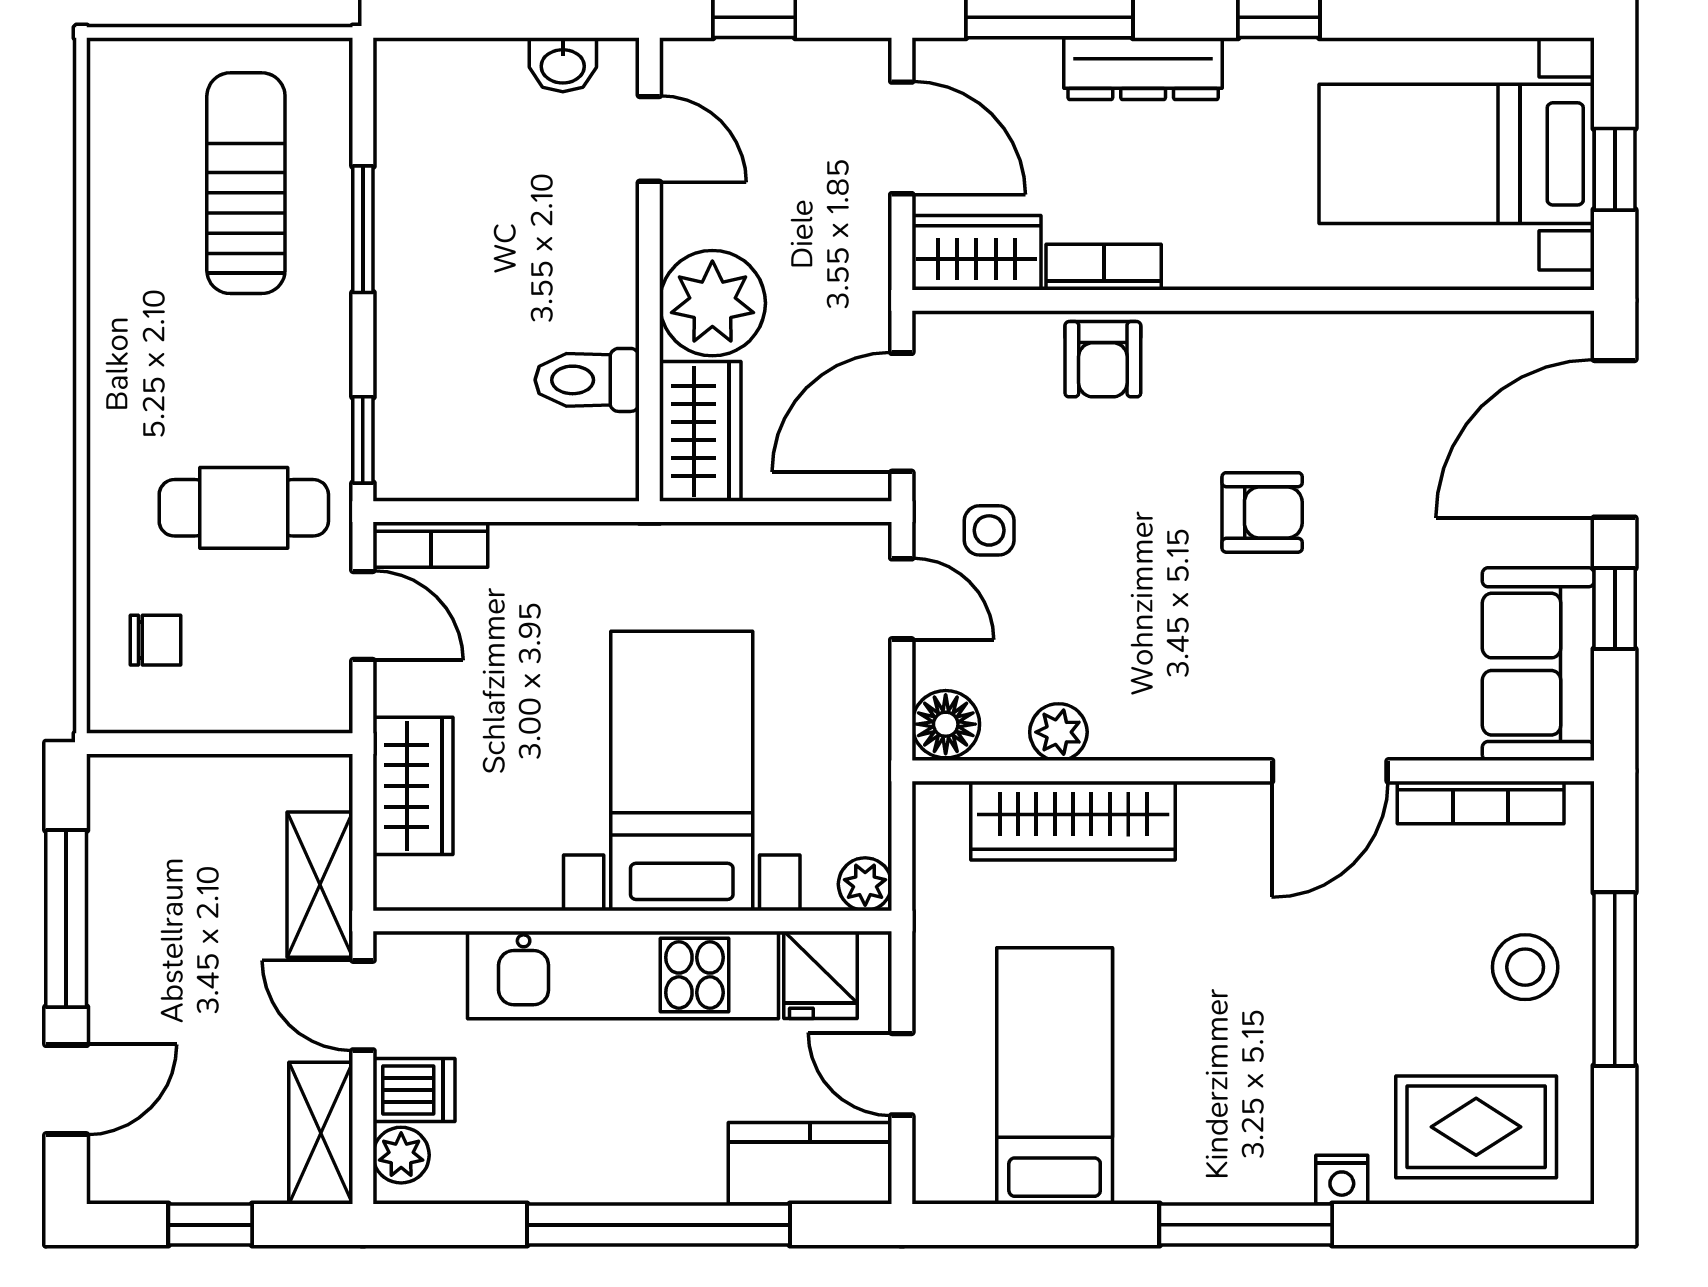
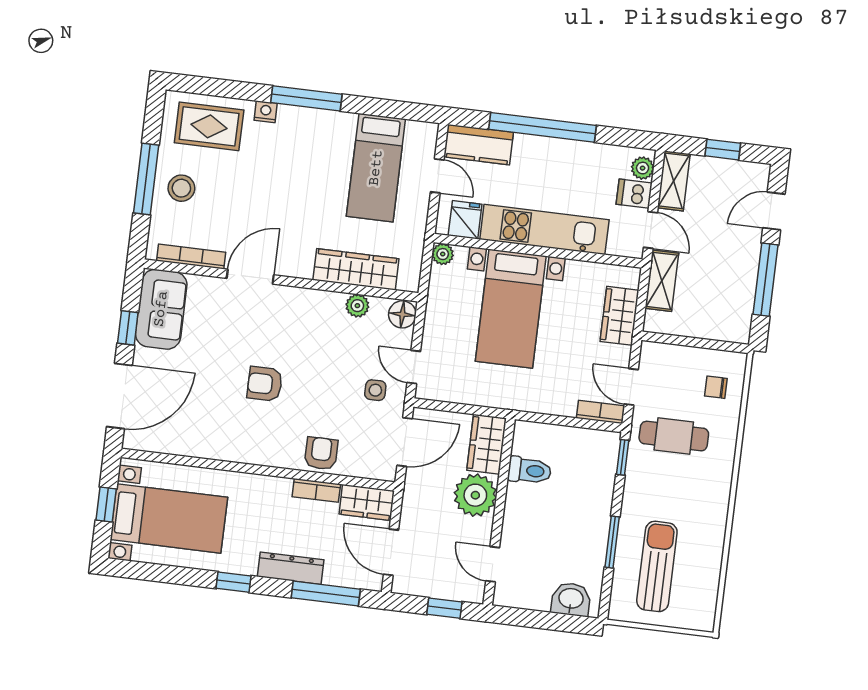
washbasin: (563, 65) -> (571, 599), moved, width x1.38, depth x1.45
sun lounger: (246, 183) -> (657, 566), turned 180

